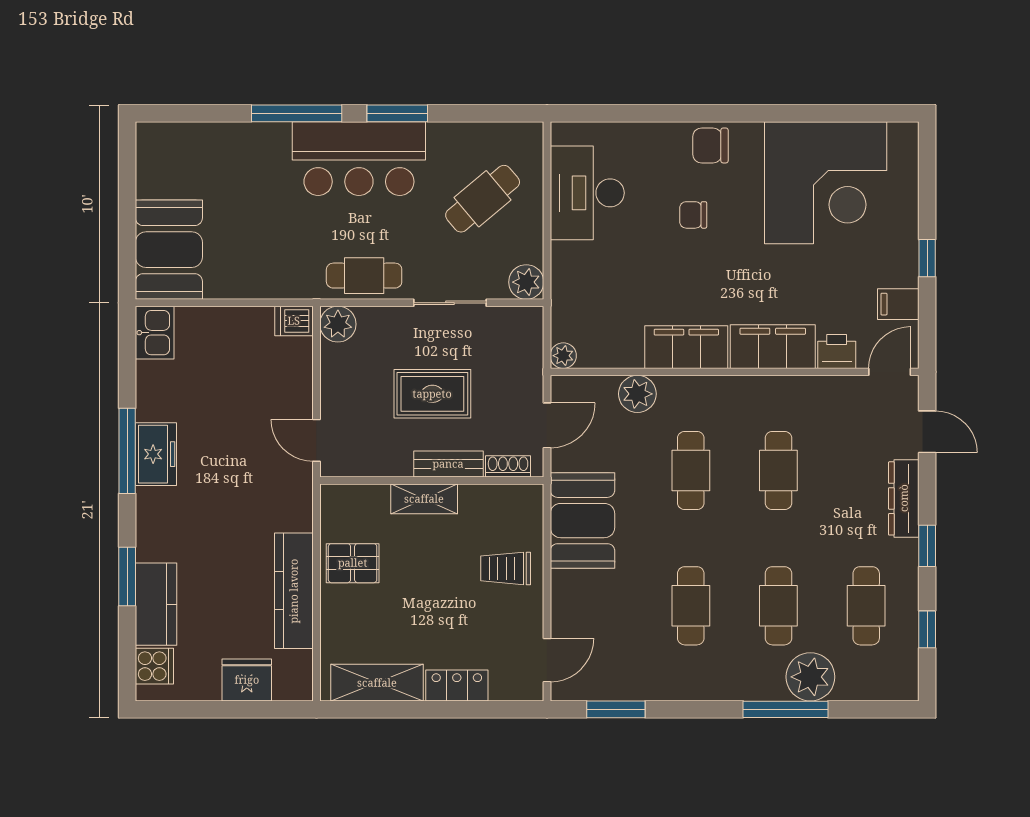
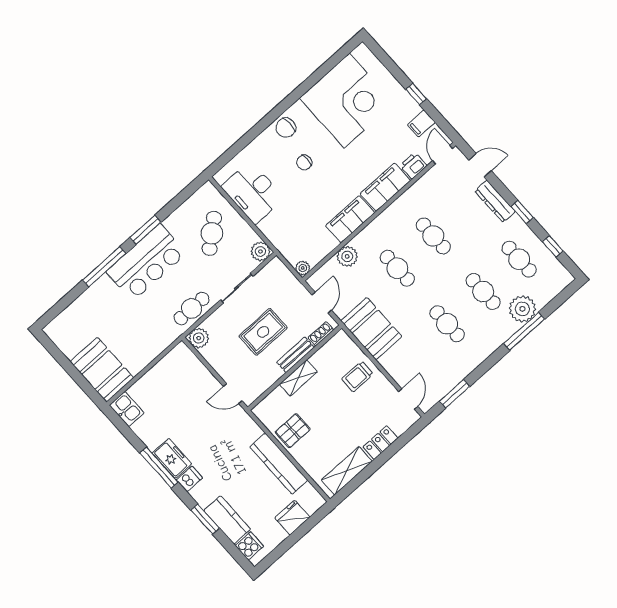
dishwasher: (294, 321) -> (189, 479), moved, turned 180

